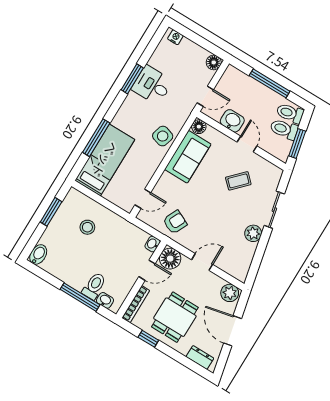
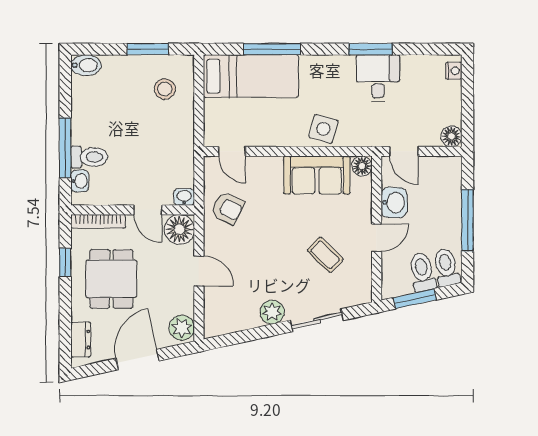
stool: (87, 227) -> (165, 89), moved
dining table: (175, 317) -> (111, 279), turned 90

